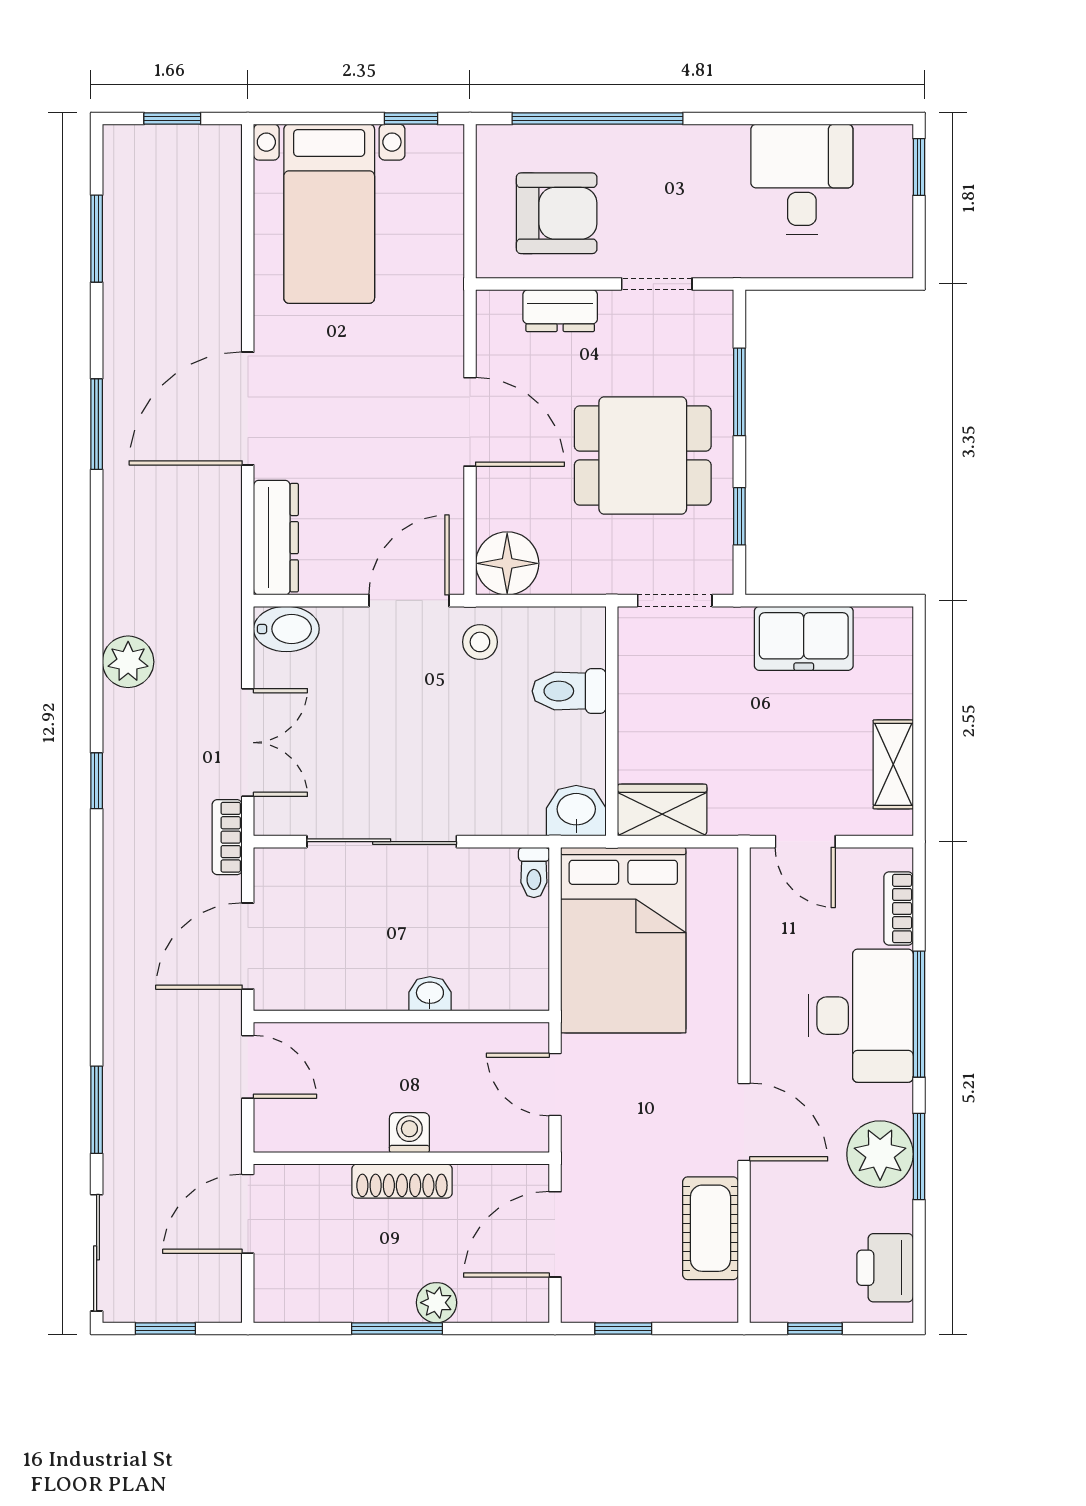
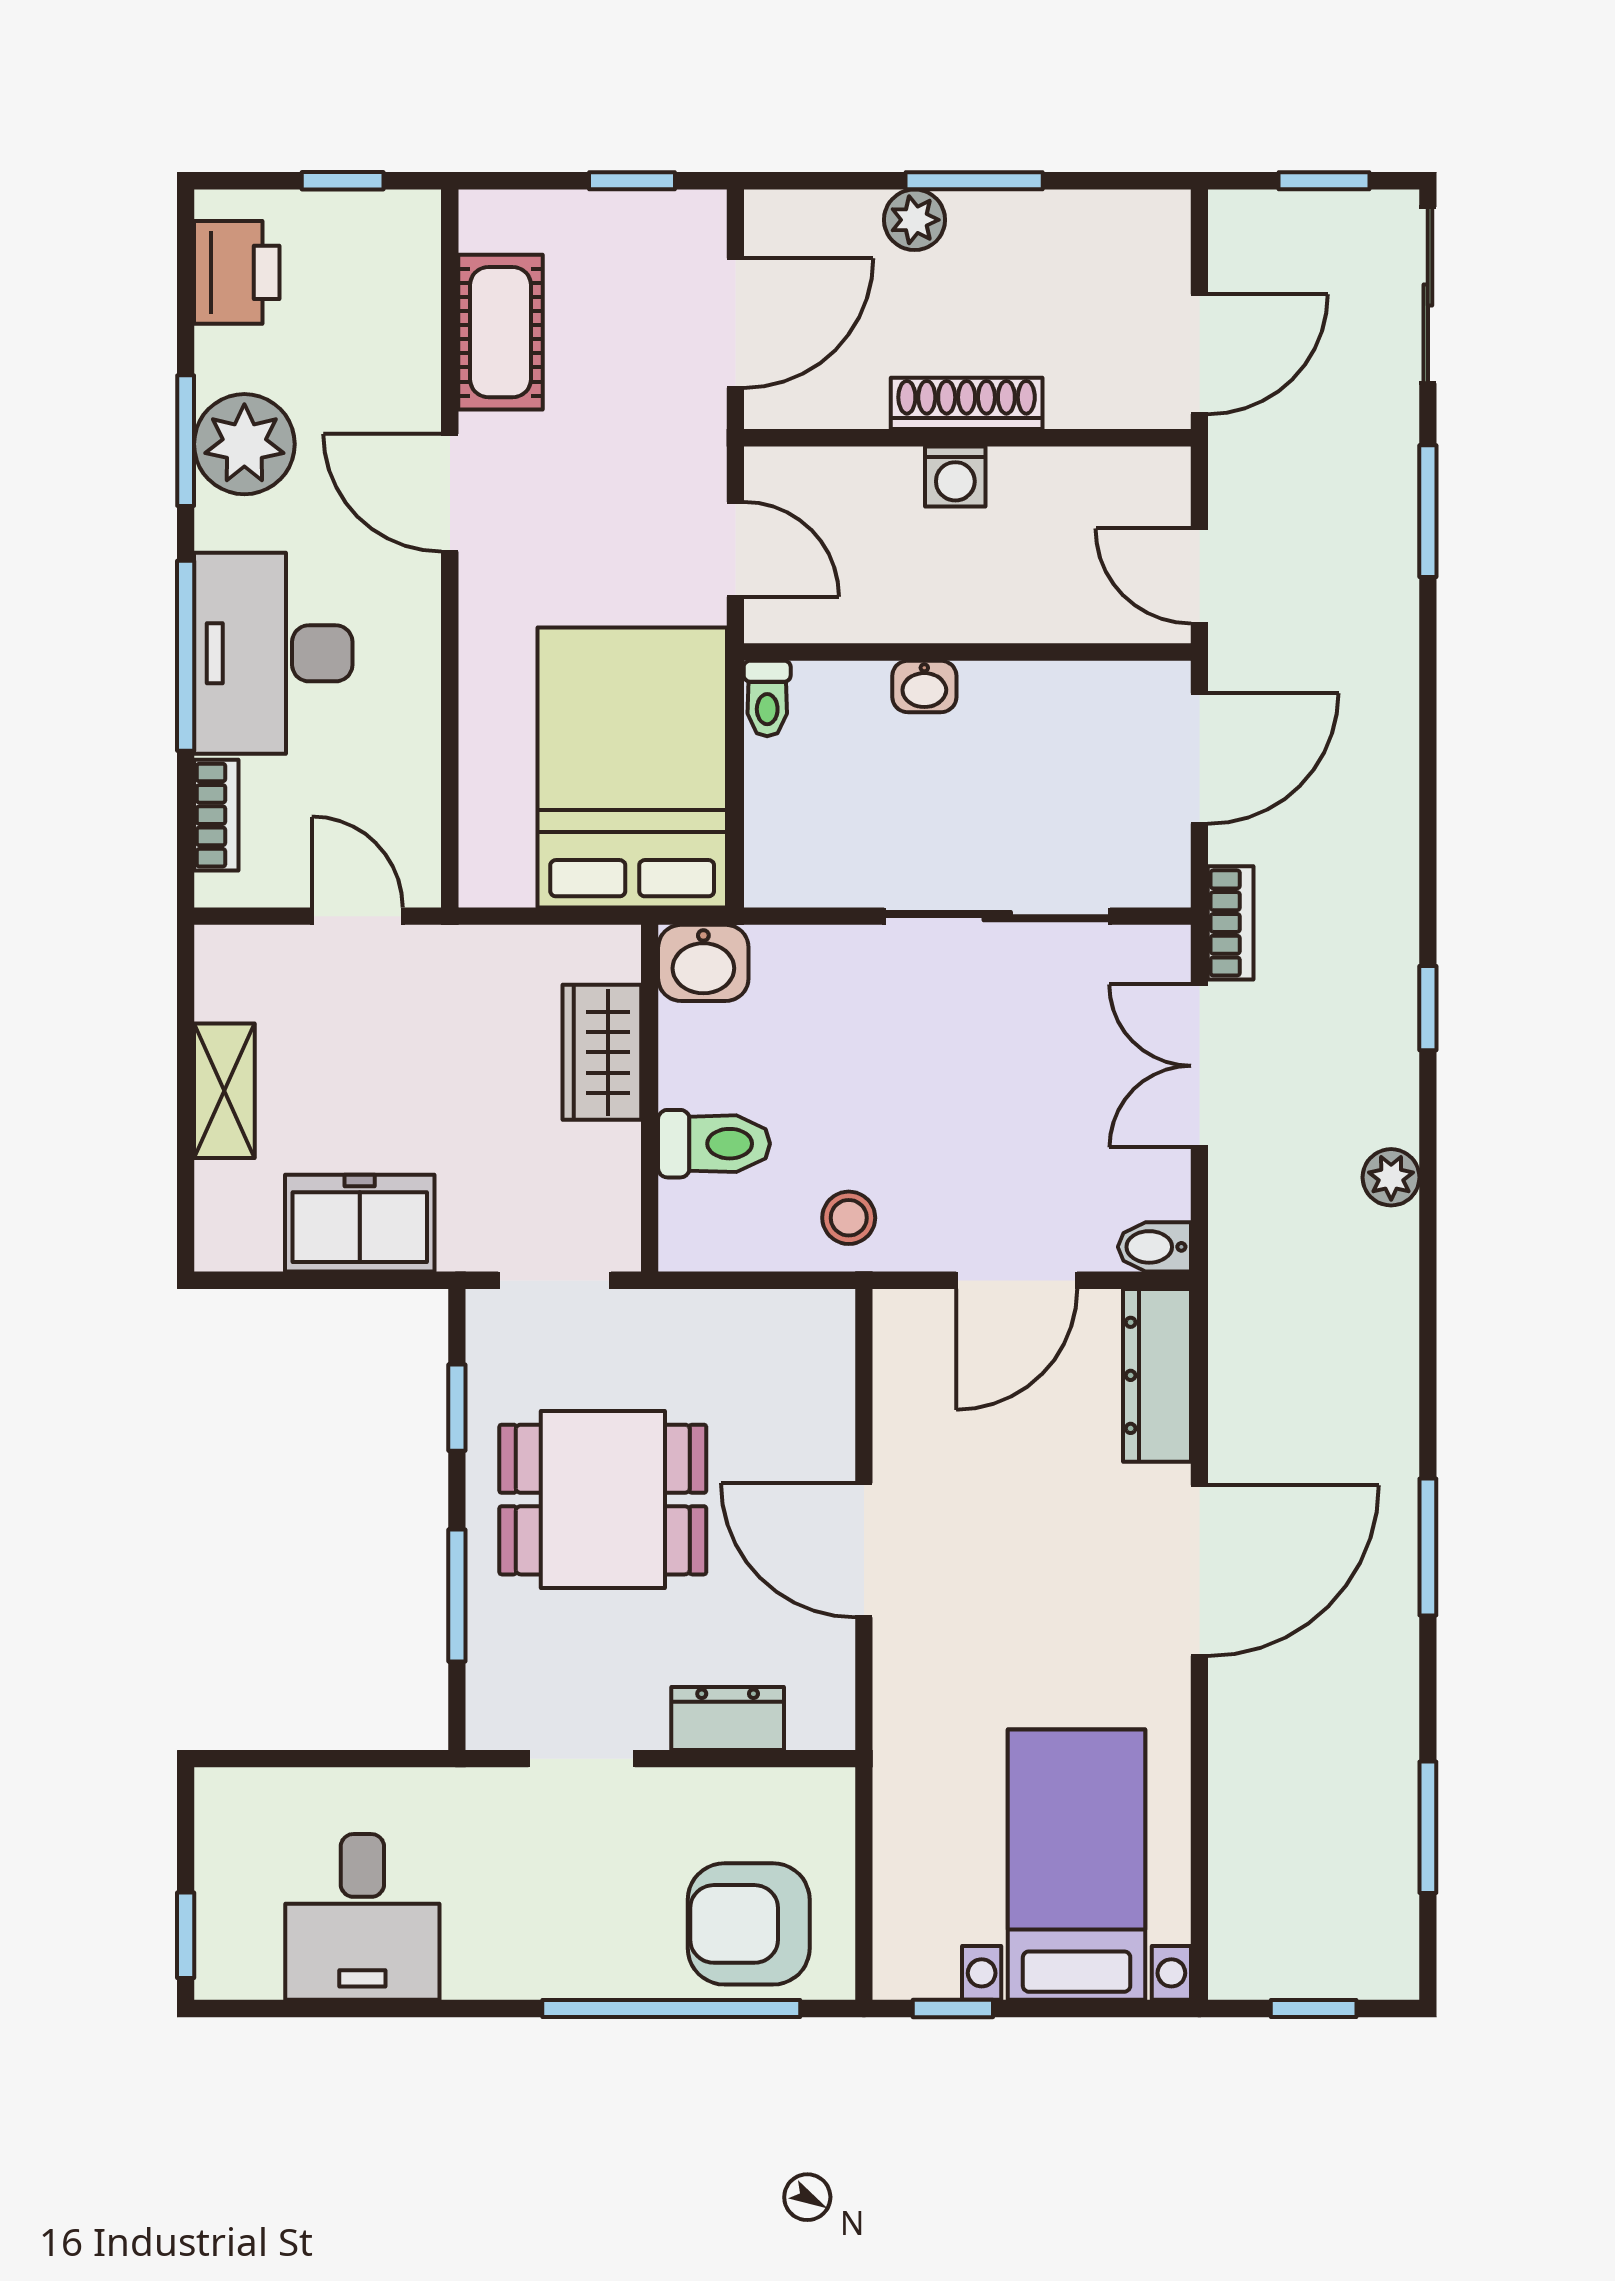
armchair: (557, 213) -> (749, 1924), moved
floor lamp: (507, 563) -> (808, 1337), removed
door: (409, 601) -> (1017, 1280), moved
bidet: (286, 629) -> (1154, 1247), width x0.72, depth x0.74
plant: (128, 662) -> (1391, 1177), width x0.73, depth x0.73
shelving: (893, 764) -> (224, 1091), moved
wardrobe: (662, 810) -> (602, 1052), moved, turned 90
toilet: (534, 872) -> (767, 699), moved, turned 180

